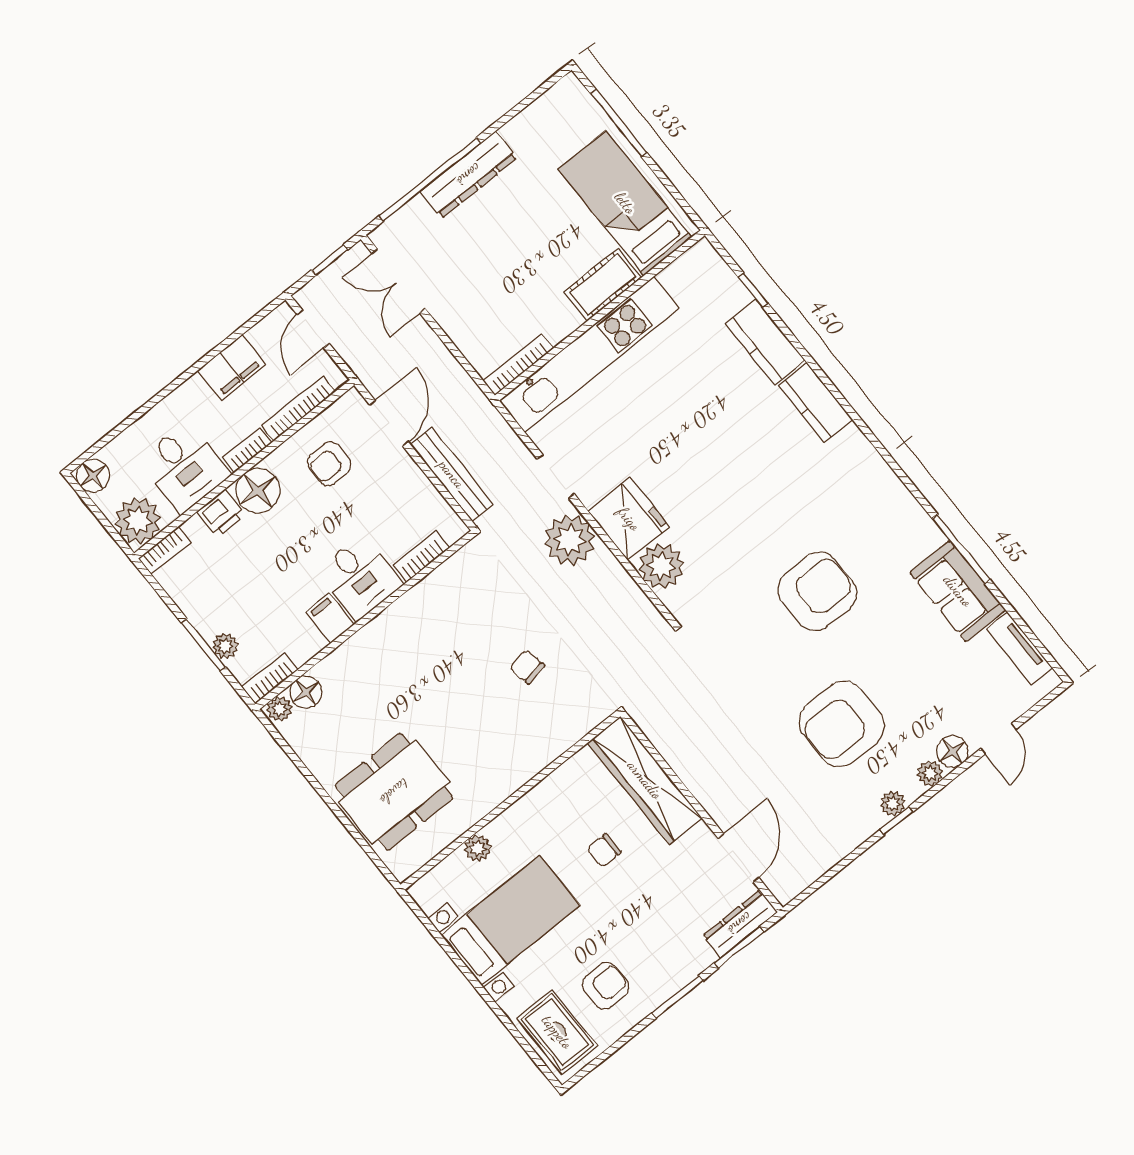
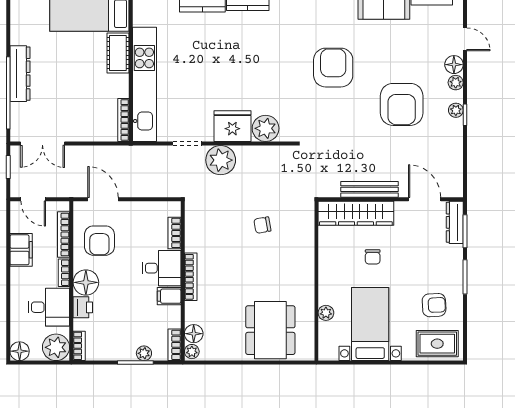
armchair: (329, 463) -> (99, 241), width x1.38, depth x1.38
bench: (452, 474) -> (370, 189), moved
bookcase: (379, 626) -> (191, 277), added
armchair: (606, 986) -> (434, 305), turned 87

